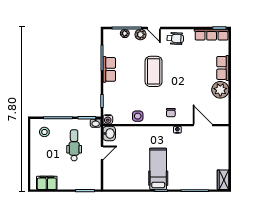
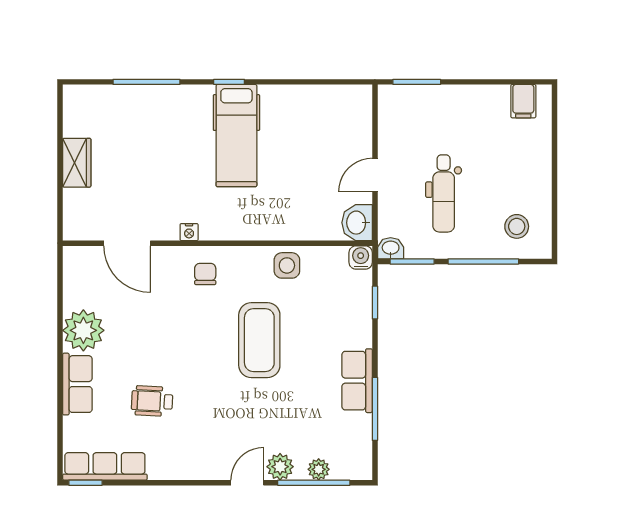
door: (154, 28) -> (247, 483), hinge flipped
wheelchair: (175, 38) -> (152, 401), moved
coffee table: (154, 71) -> (259, 340), moved
wardrobe: (223, 180) -> (77, 163), moved
filing cabinet: (47, 183) -> (523, 101), width x0.50

